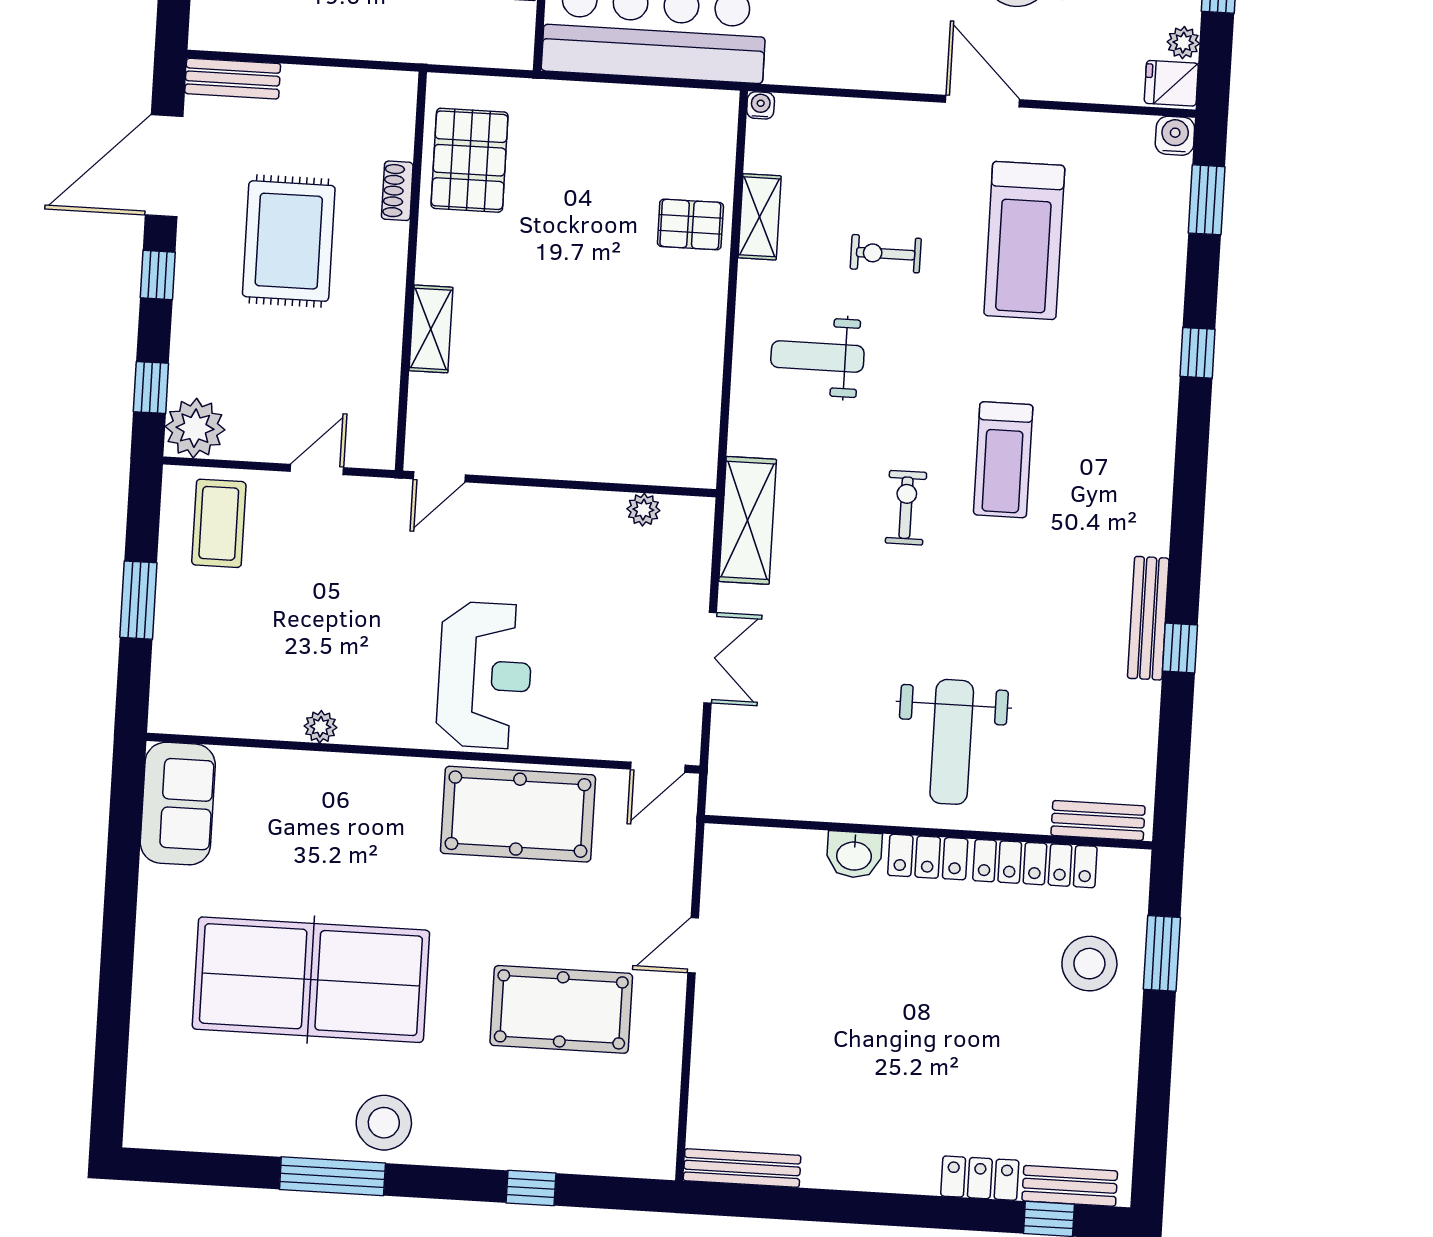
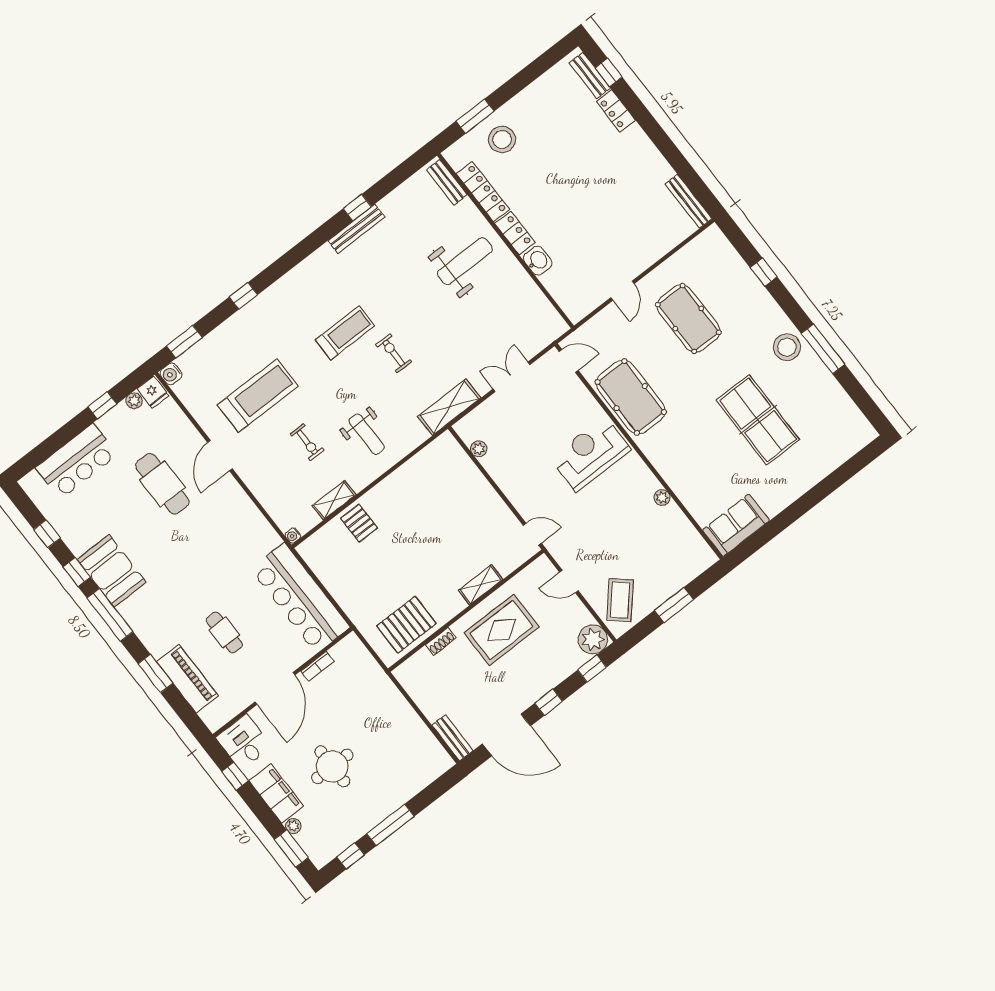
rug: (289, 241) -> (502, 630), moved
exercise bike: (906, 508) -> (394, 353), turned 90
coffee table: (219, 523) -> (620, 600), turned -49
door: (693, 945) -> (623, 291), hinge flipped
table tennis table: (311, 980) -> (758, 420), width x0.73, depth x0.76

